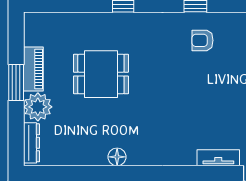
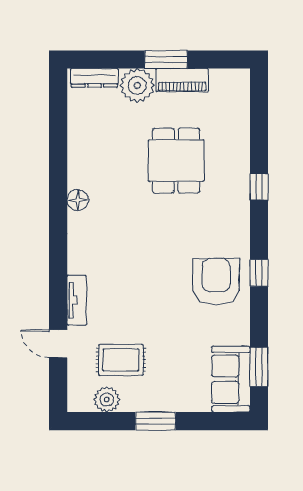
armchair: (203, 40) -> (216, 281), width x1.88, depth x1.88
floor lamp: (117, 157) -> (78, 200), moved

